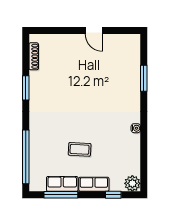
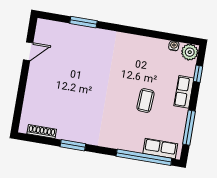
door: (94, 31) -> (28, 51), moved
water cooler: (136, 128) -> (174, 46), moved
row of seats: (62, 184) -> (160, 149), moved, turned 90

